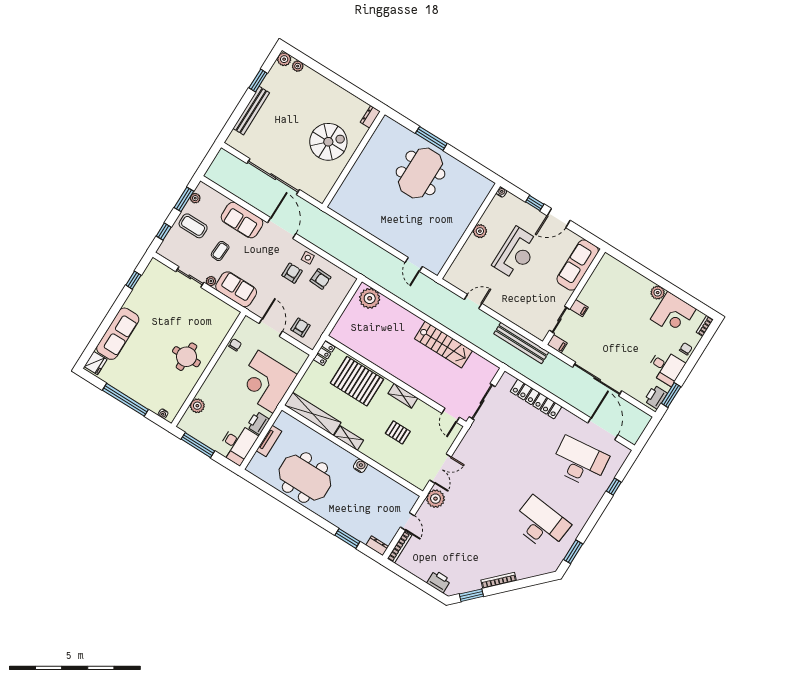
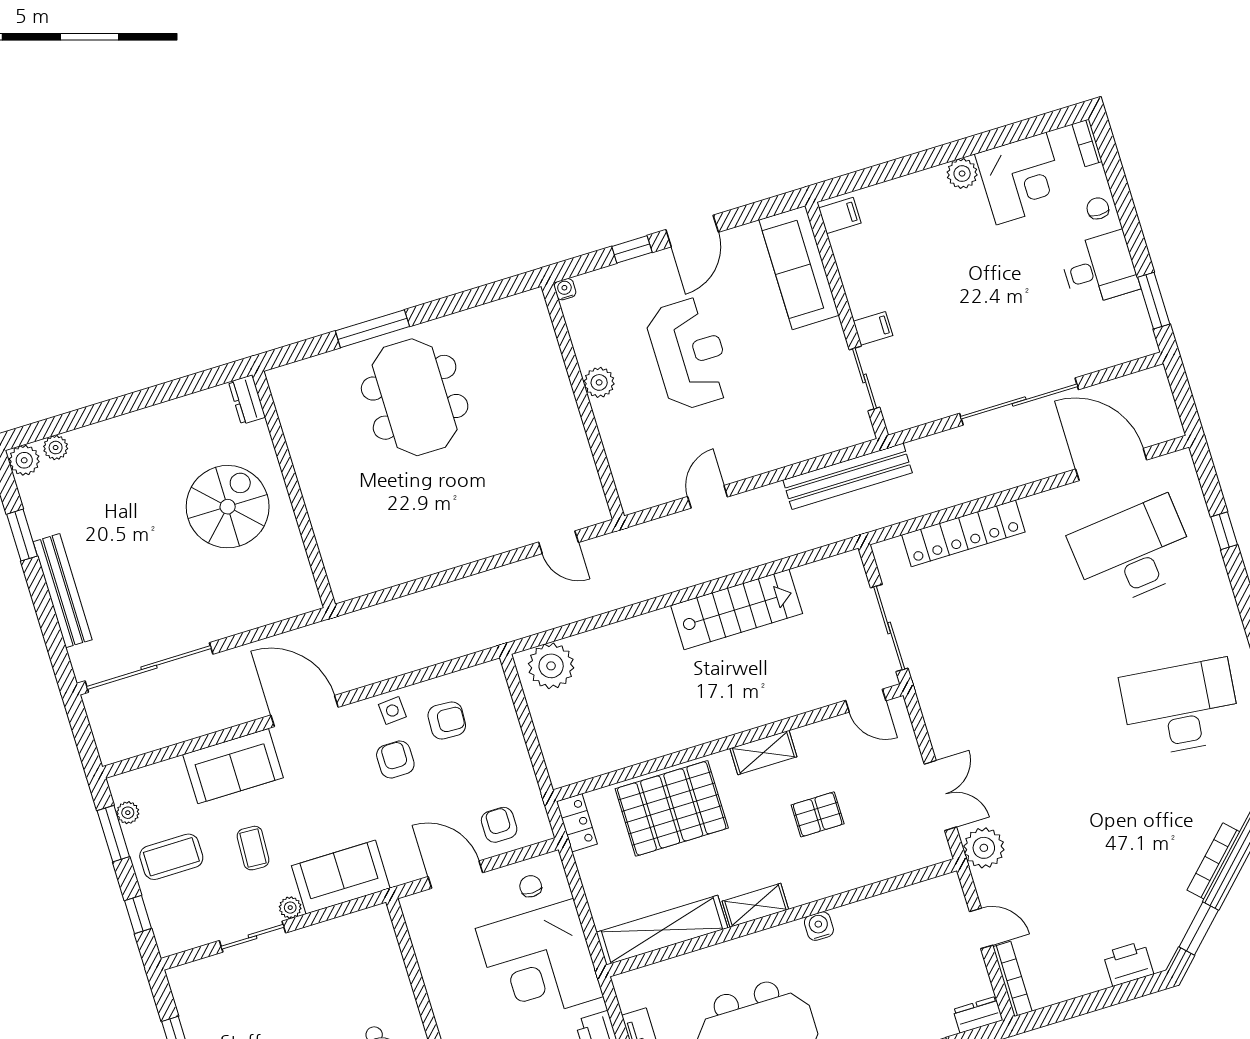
sliding door: (273, 177) -> (149, 668), moved
filing cabinet: (557, 344) -> (840, 215), moved
chair: (235, 345) -> (531, 886), moved
printer: (656, 397) -> (1135, 329), removed

